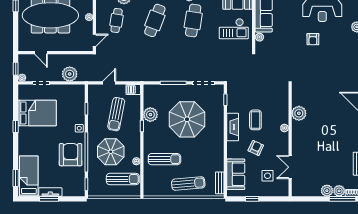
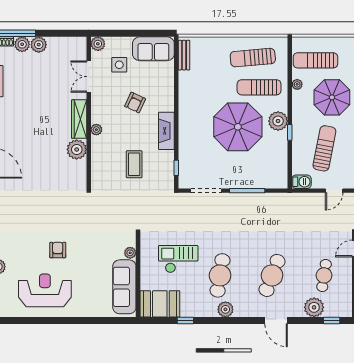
checkout: (234, 29) -> (178, 259), moved
plant: (150, 115) -> (278, 121), moved
parasol: (187, 119) -> (238, 127), moved
coffee table: (255, 120) -> (134, 164), moved
wardrobe: (297, 136) -> (79, 119), added
double door: (290, 167) -> (89, 77), swing flipped
sofa: (236, 174) -> (153, 49), moved, turned -90
sun lounger: (188, 184) -> (253, 58), moved
plant: (283, 191) -> (98, 44), added
window: (252, 199) -> (140, 33), removed

